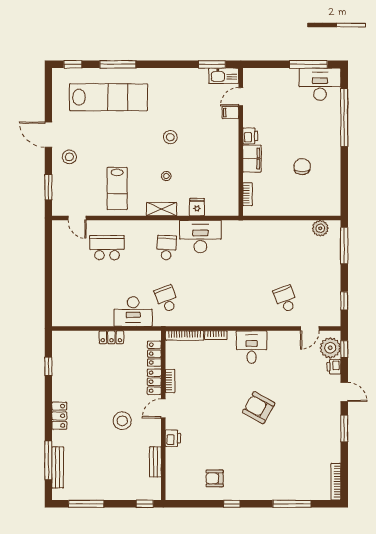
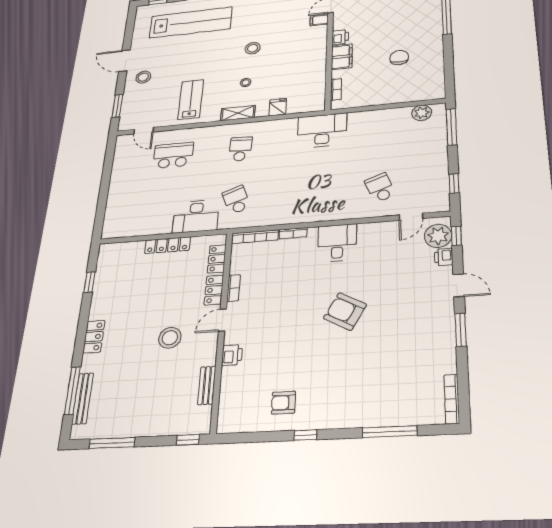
lab bench: (117, 189) -> (191, 99), turned 180
desk: (200, 237) -> (322, 130), moved
locker: (111, 337) -> (167, 245), width x1.53

